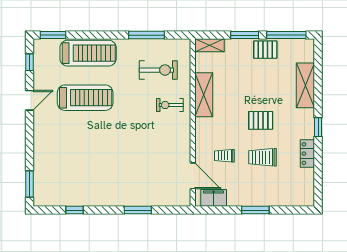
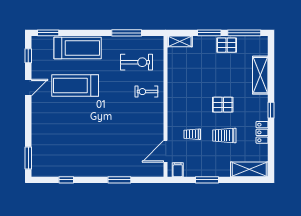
shelving: (204, 95) -> (249, 169), moved, turned 90
treadmill: (85, 98) -> (75, 85), turned 180
door: (193, 176) -> (166, 151), swing flipped
filing cabinet: (214, 198) -> (178, 170), width x0.50
window: (255, 210) -> (207, 180), moved

